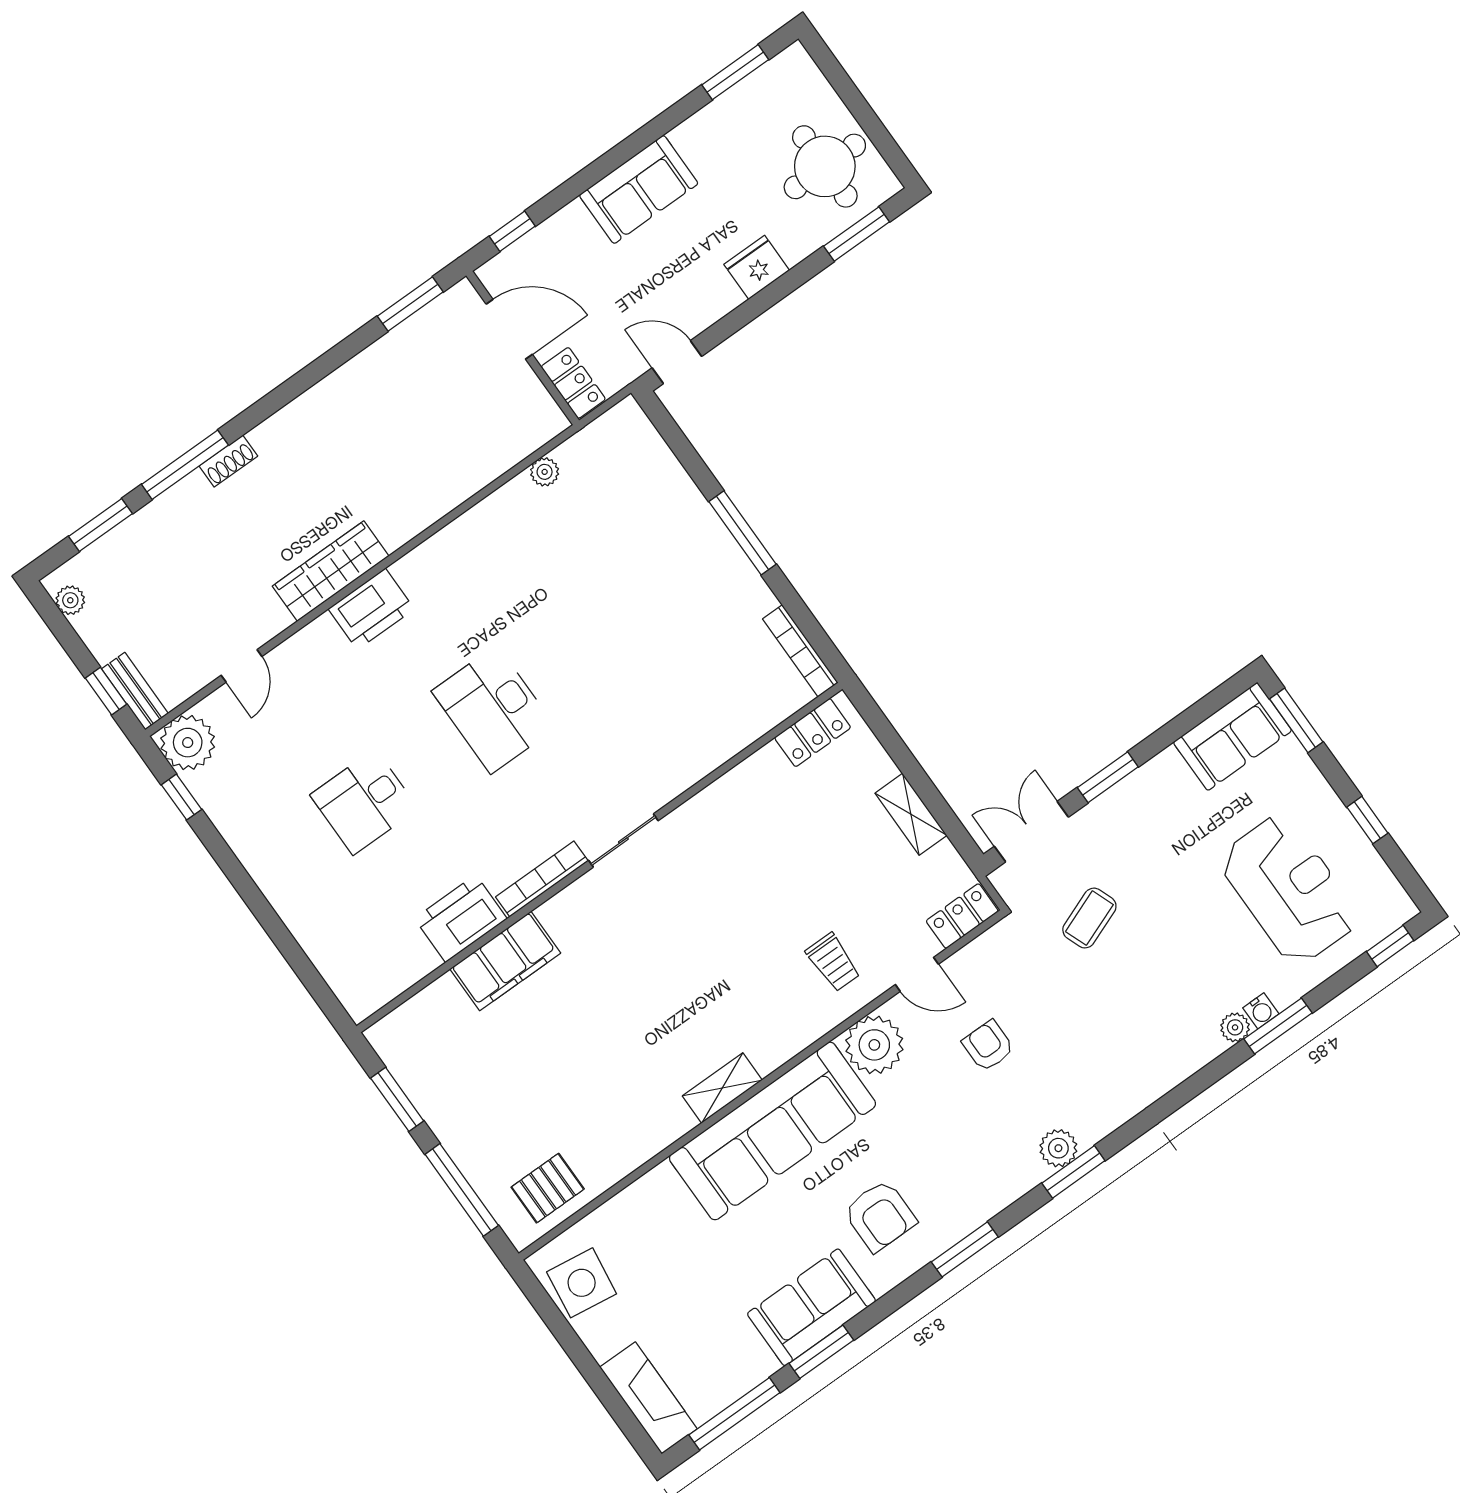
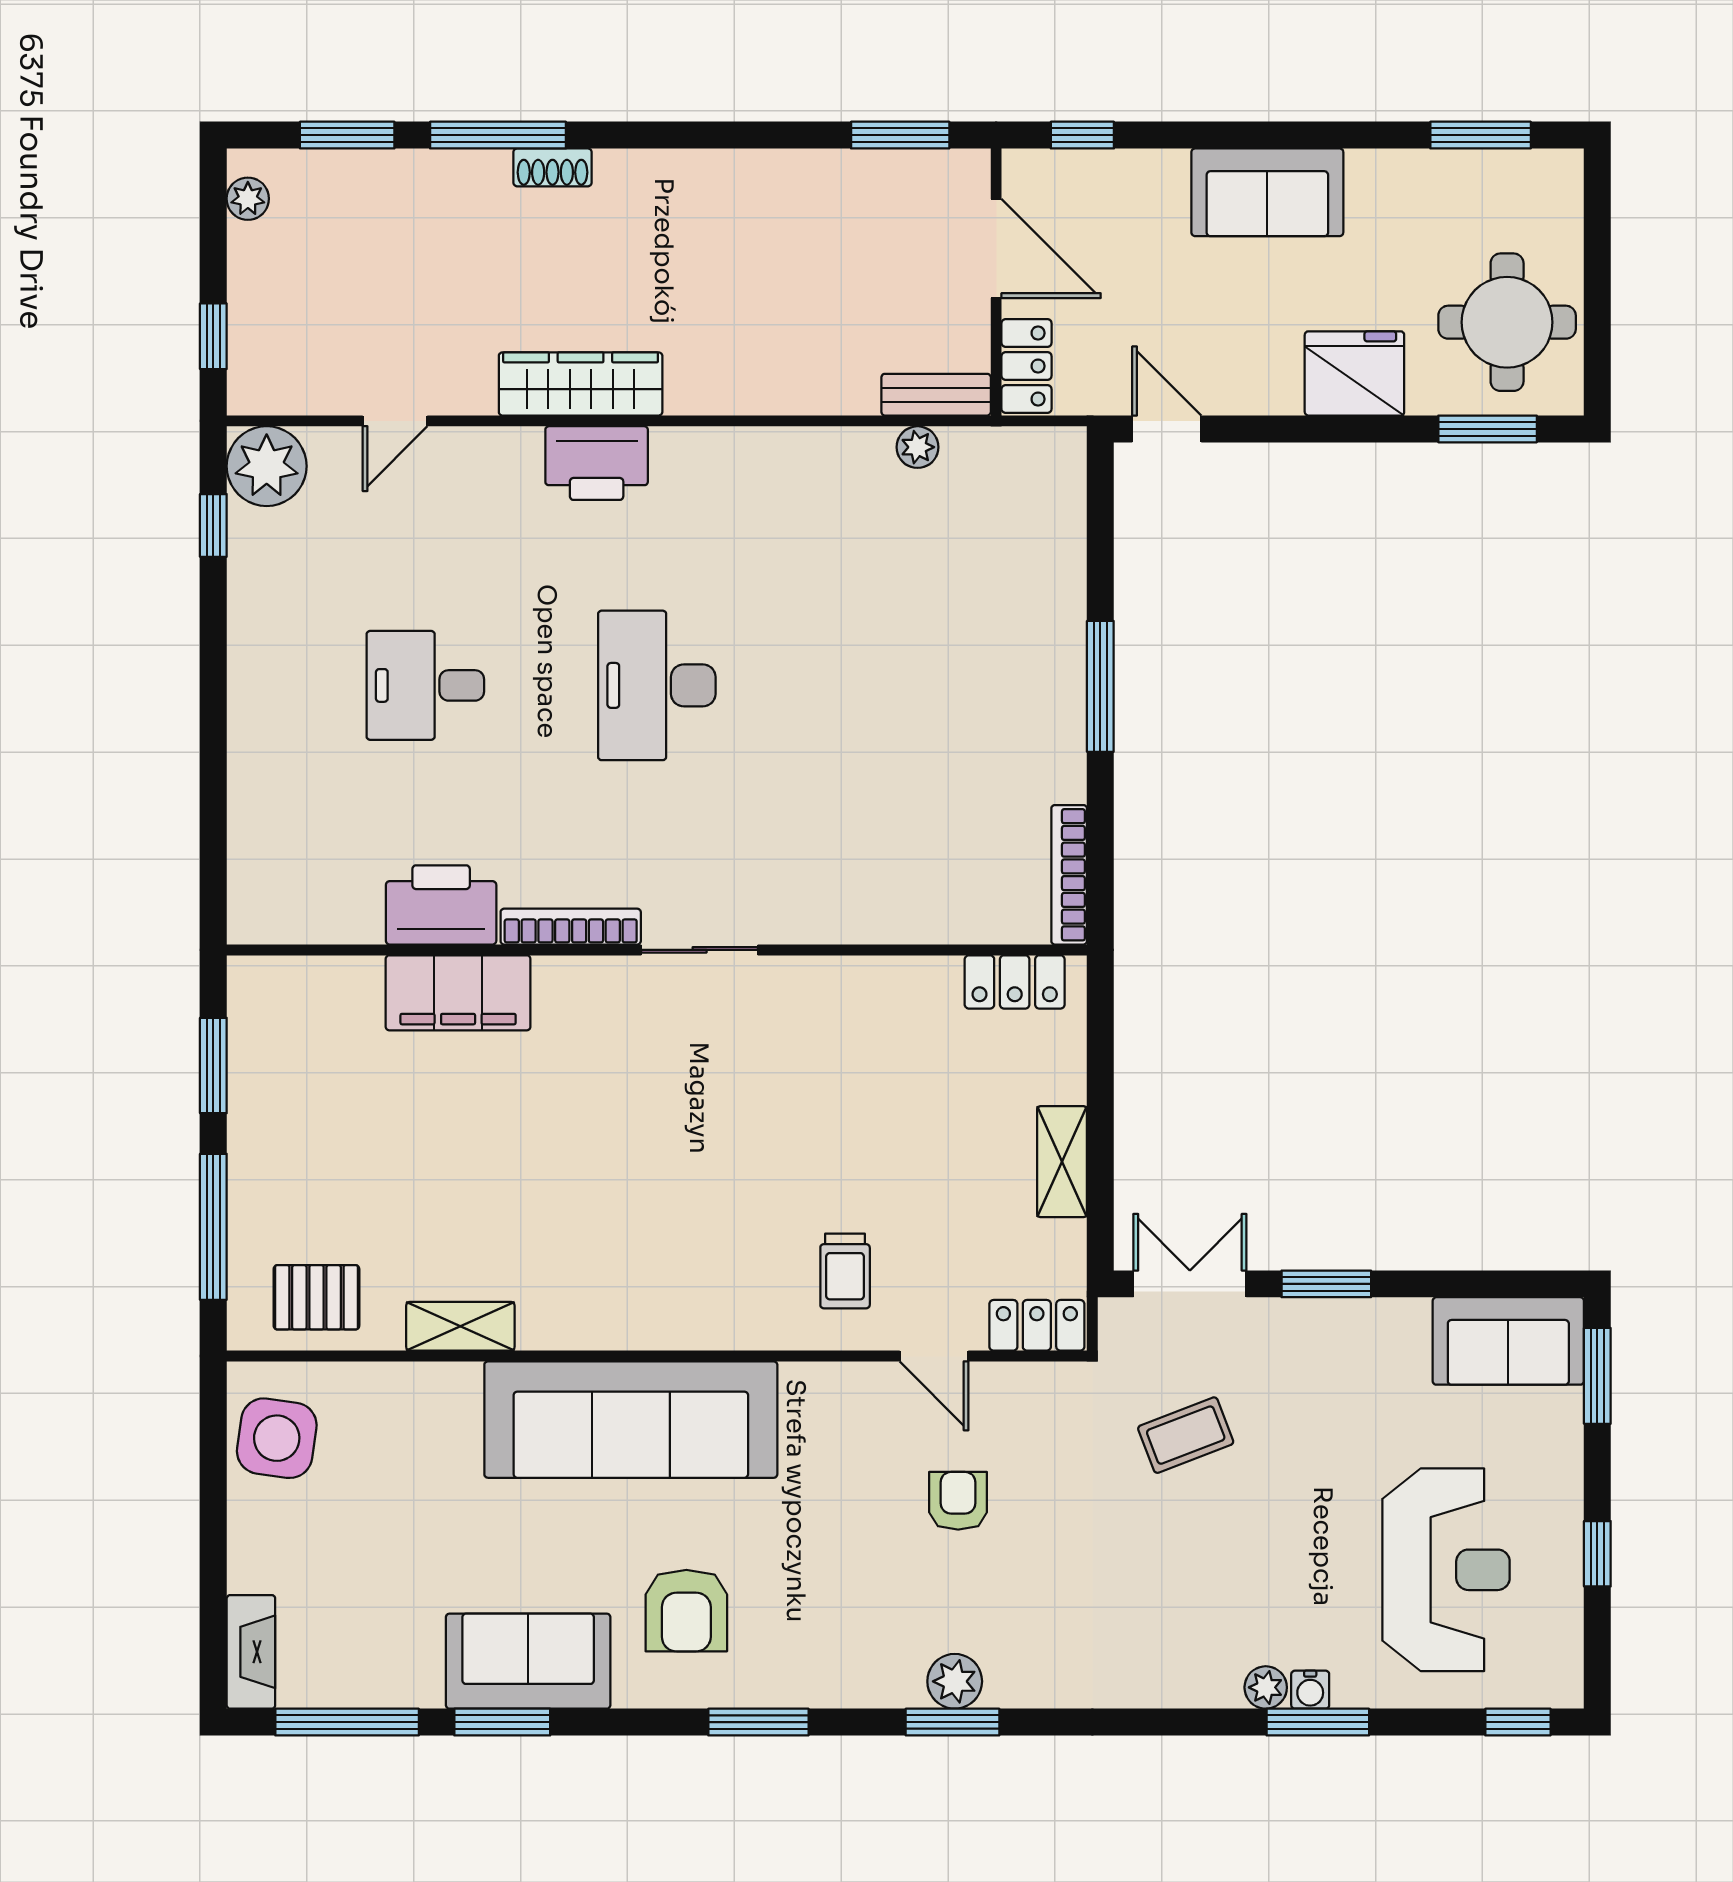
fridge: (757, 267) -> (1354, 373), width x1.36, depth x1.34
bench: (135, 691) -> (936, 395), moved, turned 90
plant: (874, 1045) -> (824, 1404), removed
shelving: (722, 1088) -> (460, 1326), moved
fireplace: (648, 1398) -> (251, 1652), width x0.73, depth x0.76

